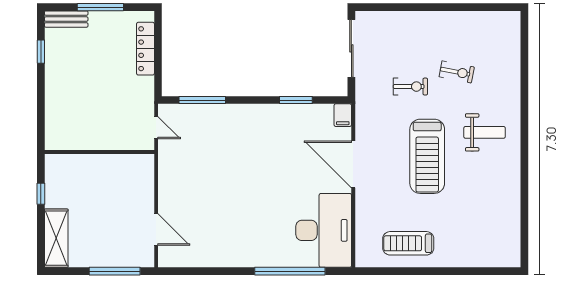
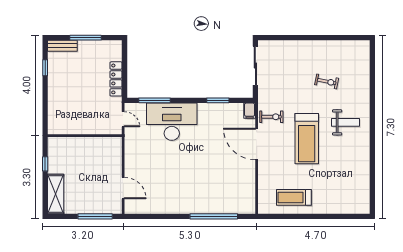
locker: (145, 49) -> (116, 79), moved
exercise bike: (410, 87) -> (271, 117), moved
desk: (324, 230) -> (172, 122), moved, turned -90

